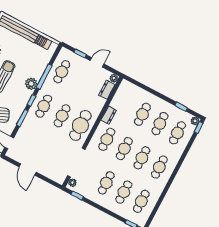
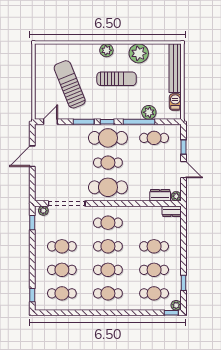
plant: (31, 84) -> (149, 112), moved
cafe table: (44, 106) -> (108, 138), width x1.37, depth x1.35
dresser: (109, 115) -> (172, 211), moved

